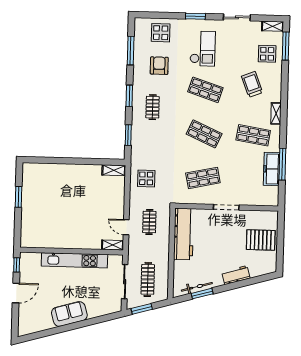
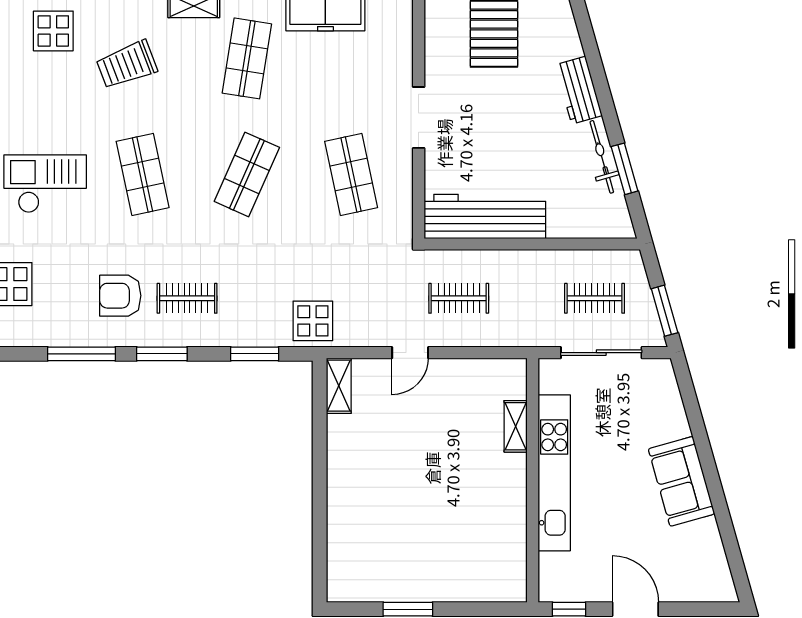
window: (131, 51) -> (81, 354), moved
armchair: (159, 66) -> (120, 296), moved
shop shelf: (205, 90) -> (143, 174), turned -30
display table: (146, 178) -> (313, 321), moved
door: (126, 227) -> (410, 353), moved
shelving: (113, 245) -> (516, 426), moved
clothes rail: (148, 279) -> (595, 298), width x0.73
bicycle: (197, 287) -> (602, 157), moved

